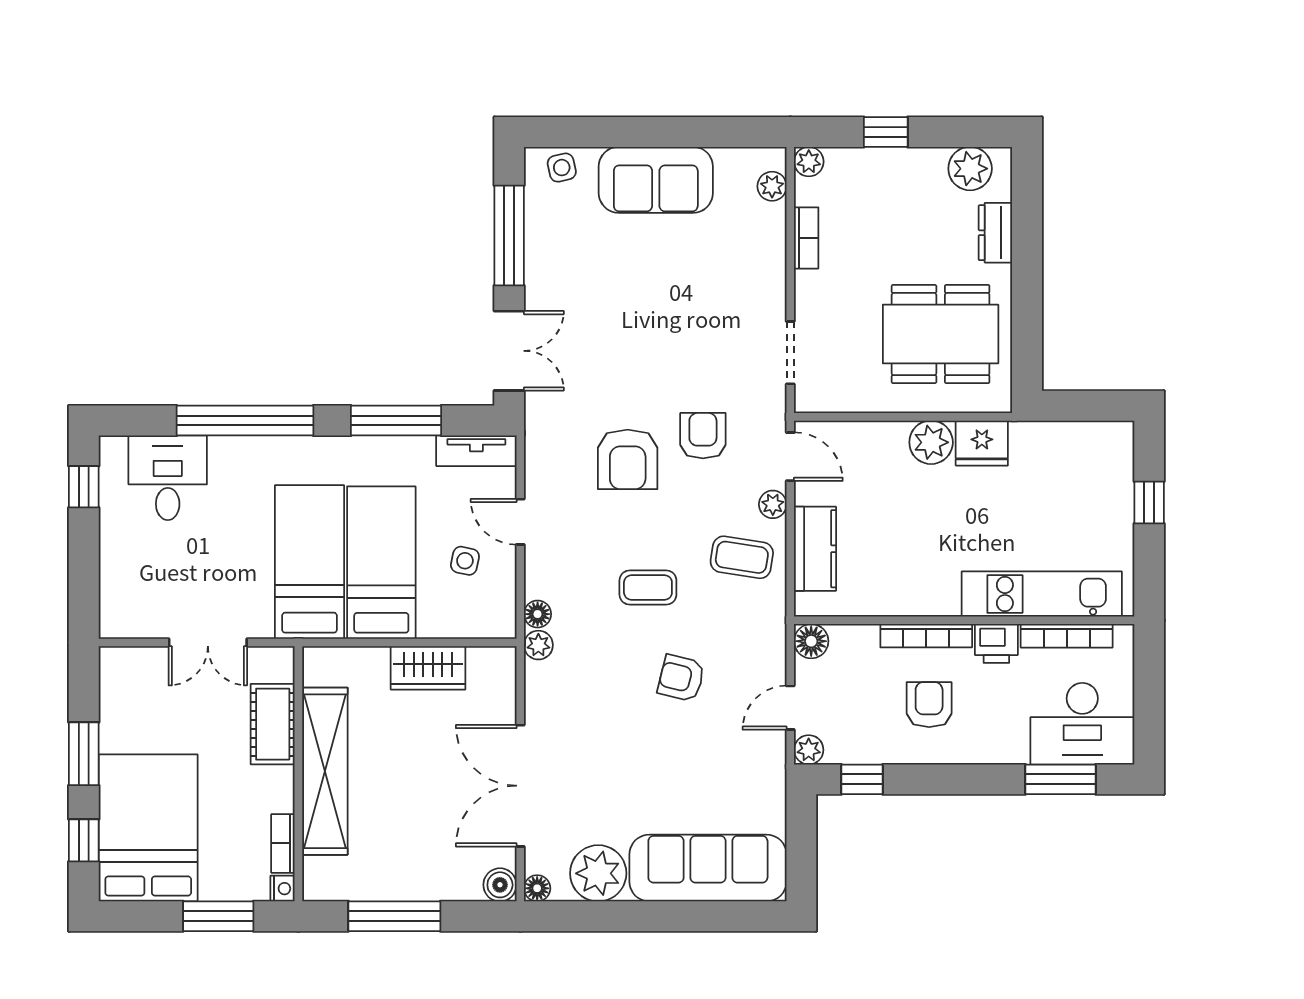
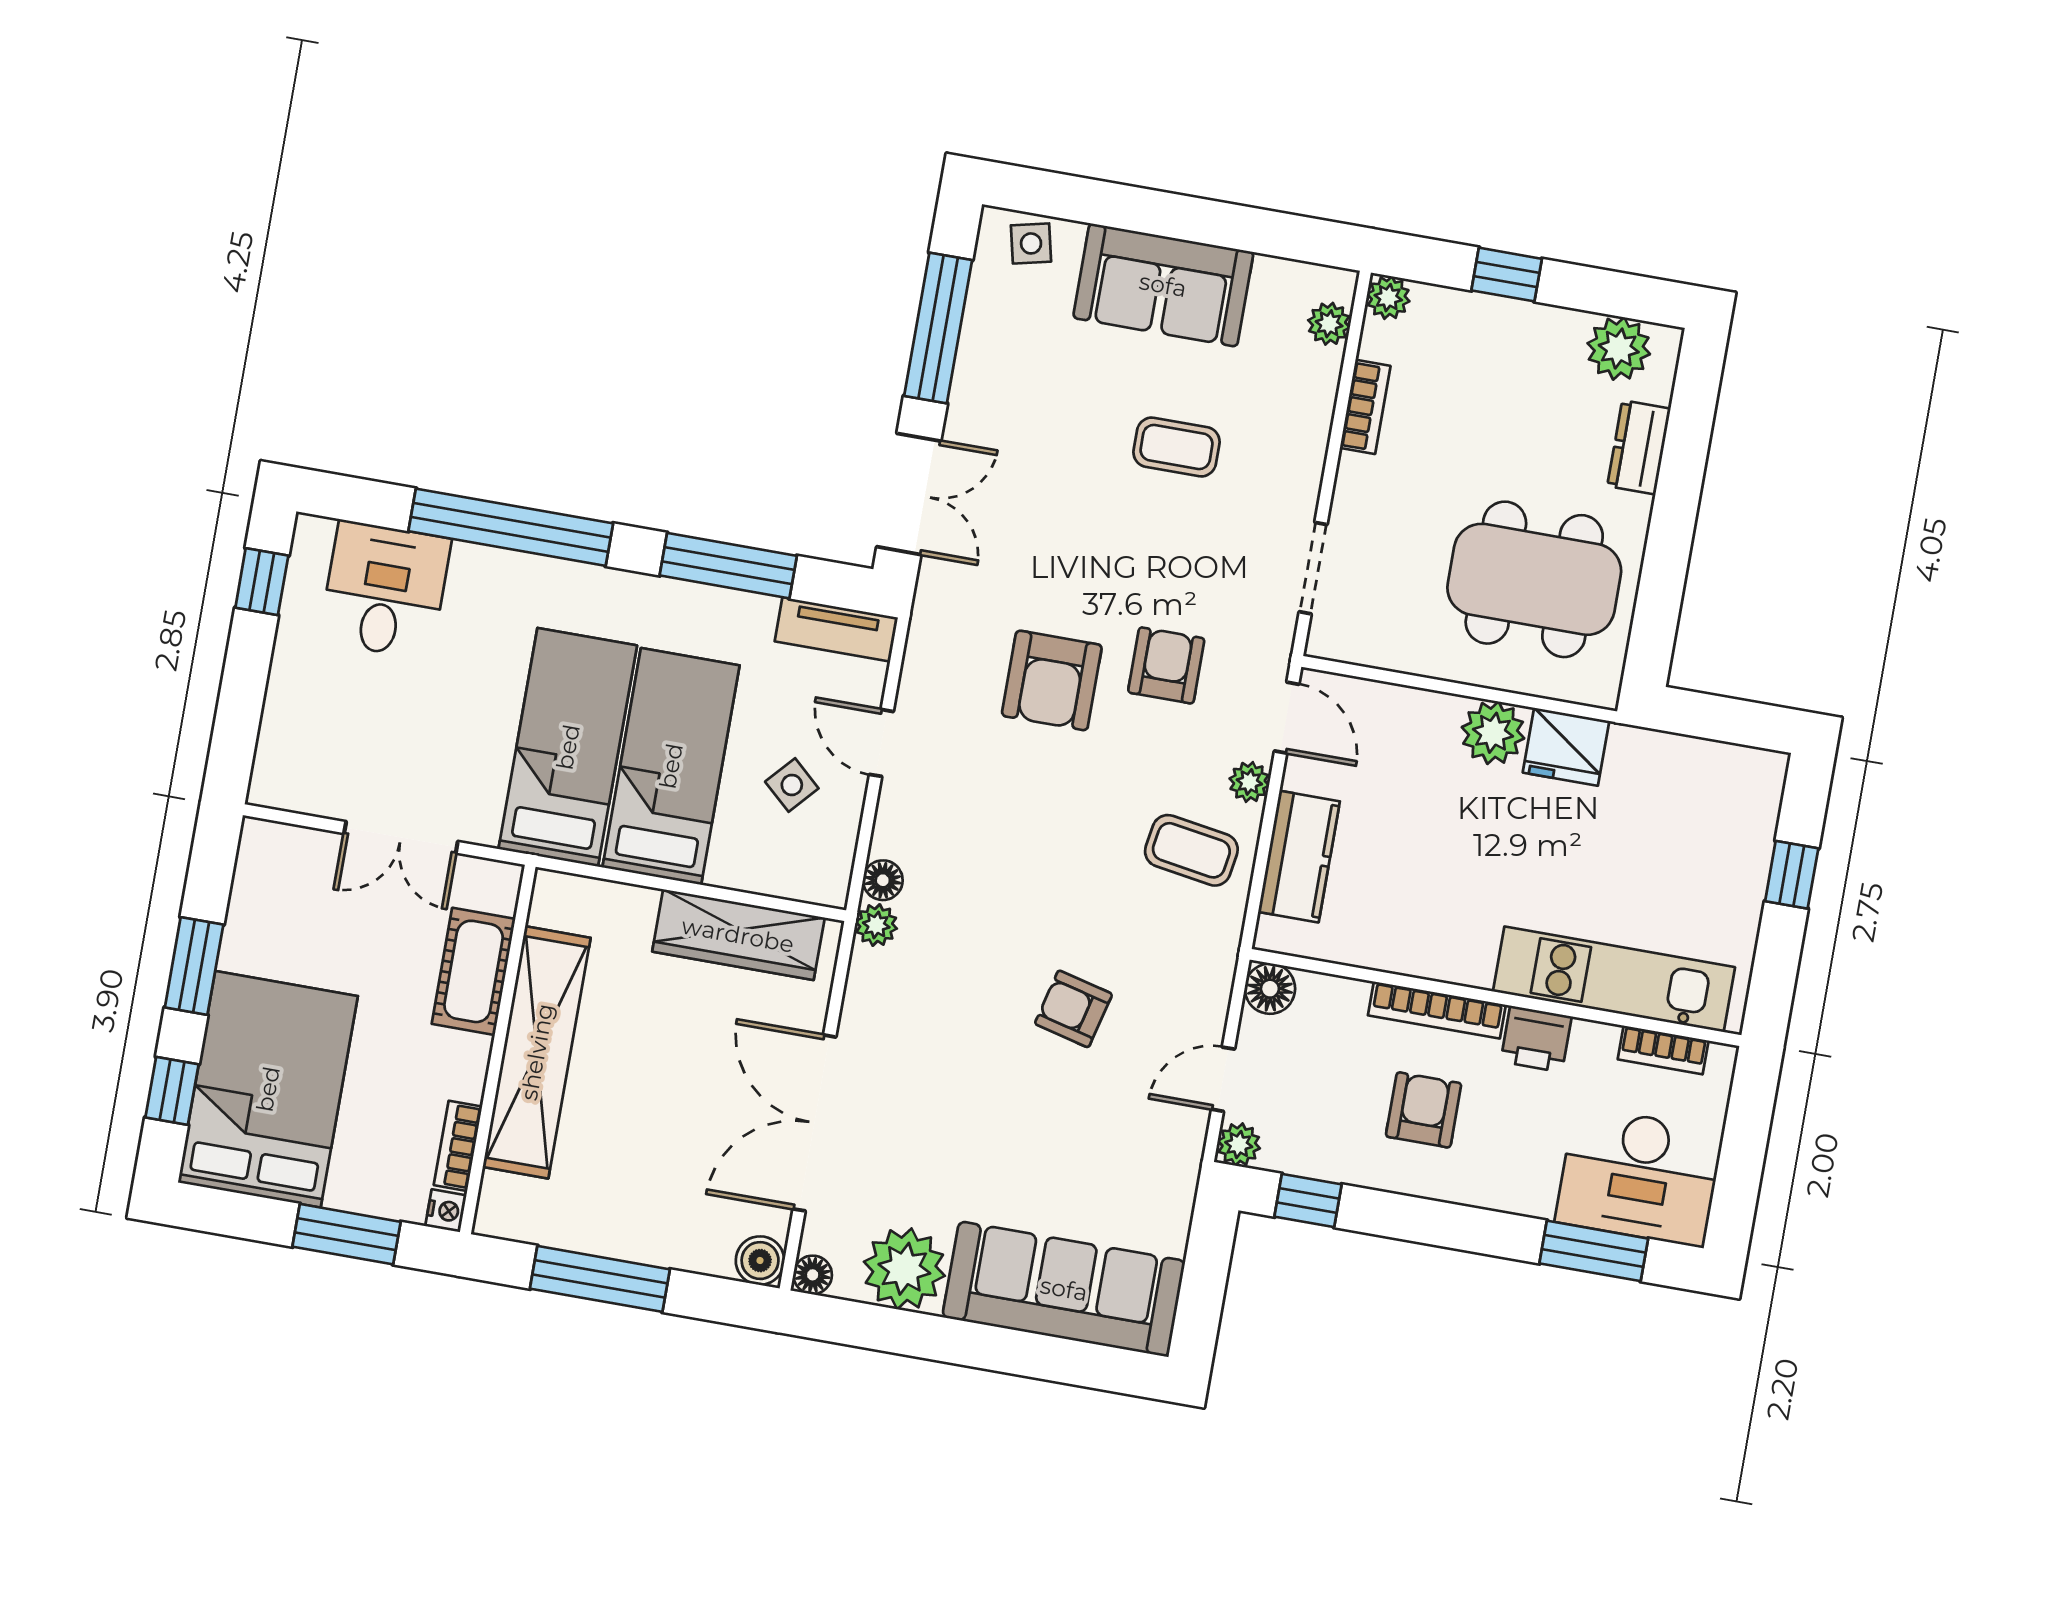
side table: (465, 561) -> (792, 785), turned 30
coffee table: (648, 587) -> (1176, 447), moved
bookcase: (1067, 636) -> (1663, 1050), width x0.64
wardrobe: (428, 668) -> (738, 935), width x1.50

